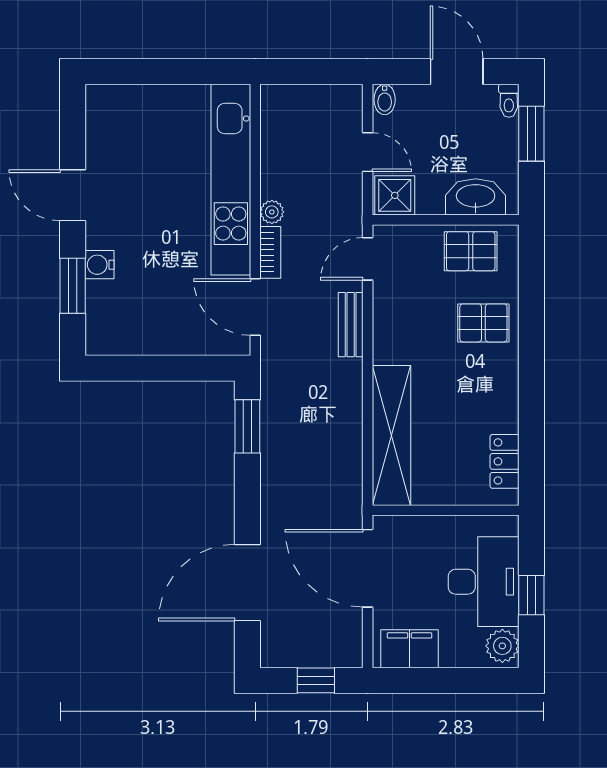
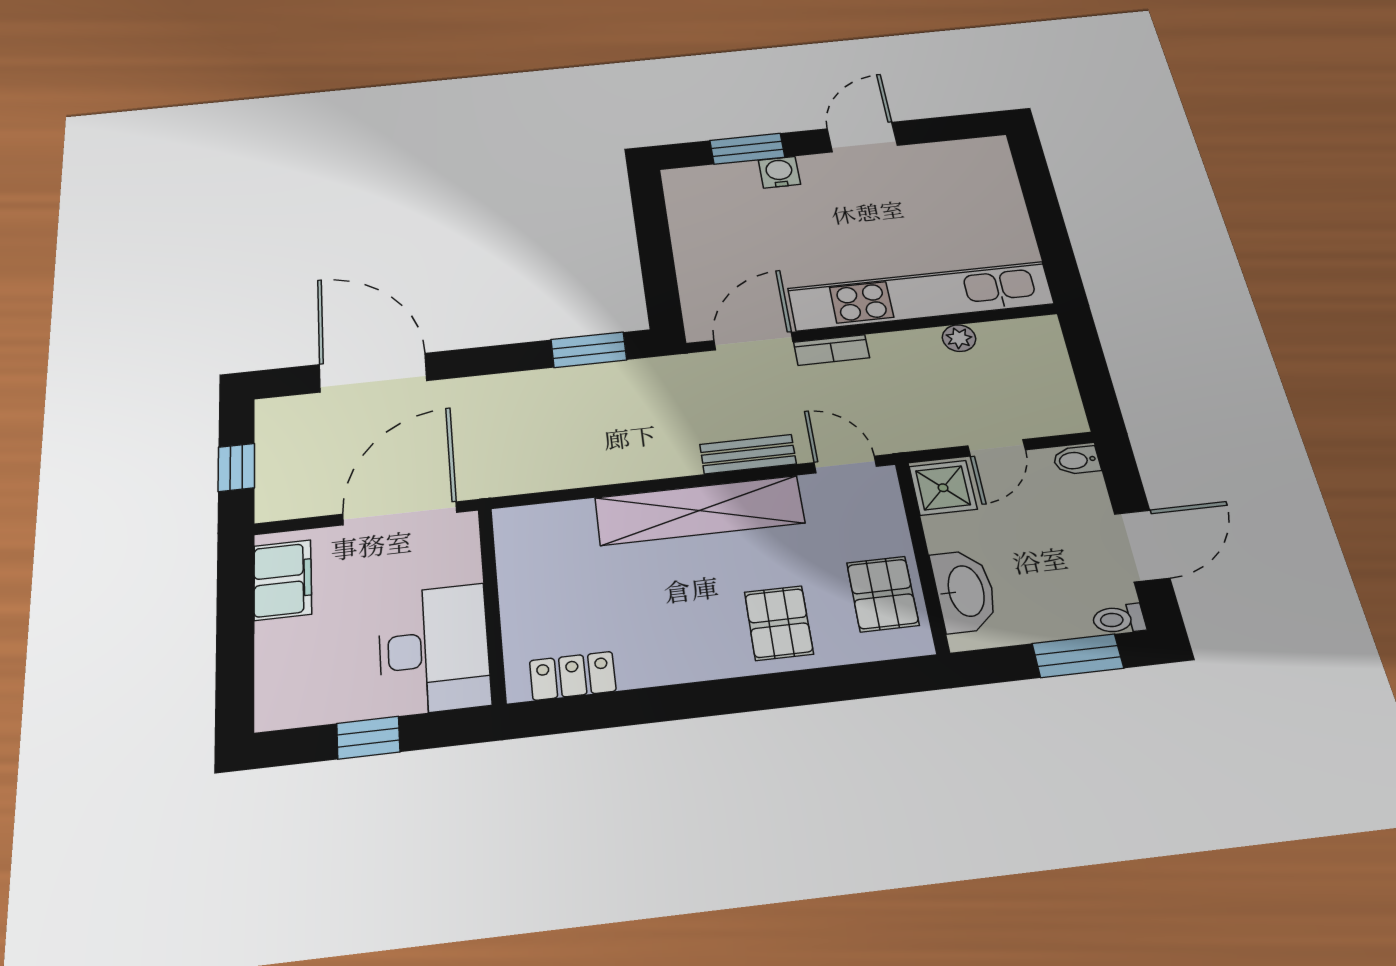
plant: (272, 212) -> (959, 338), moved
shelving: (391, 435) -> (699, 510), moved
desk: (484, 582) -> (434, 649), moved, turned -90
plant: (502, 646) -> (288, 705), removed

